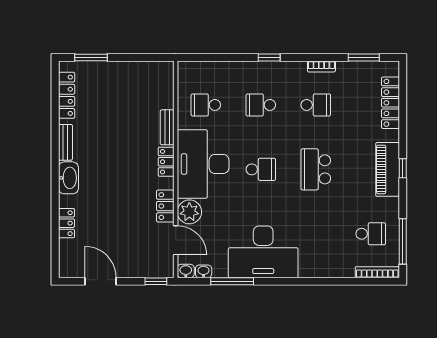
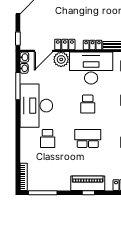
school desk: (371, 234) -> (48, 138), moved

